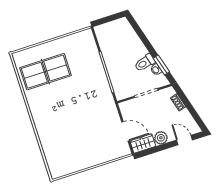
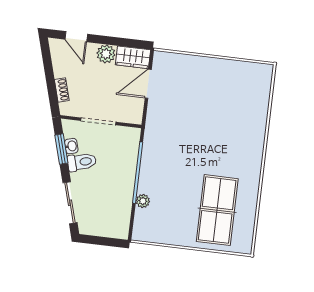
sliding door: (140, 34) -> (70, 203), added
plant: (95, 56) -> (143, 201), added
table tennis table: (45, 72) -> (217, 210), turned 90
door: (126, 131) -> (148, 84), hinge flipped

